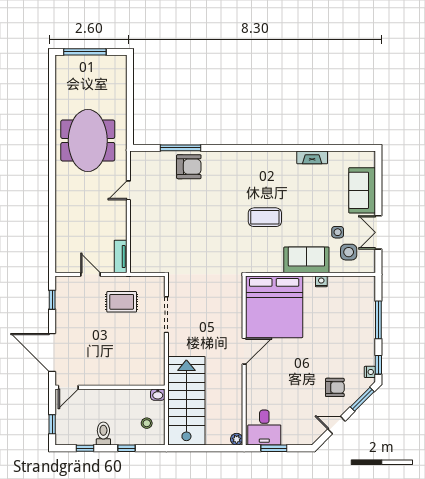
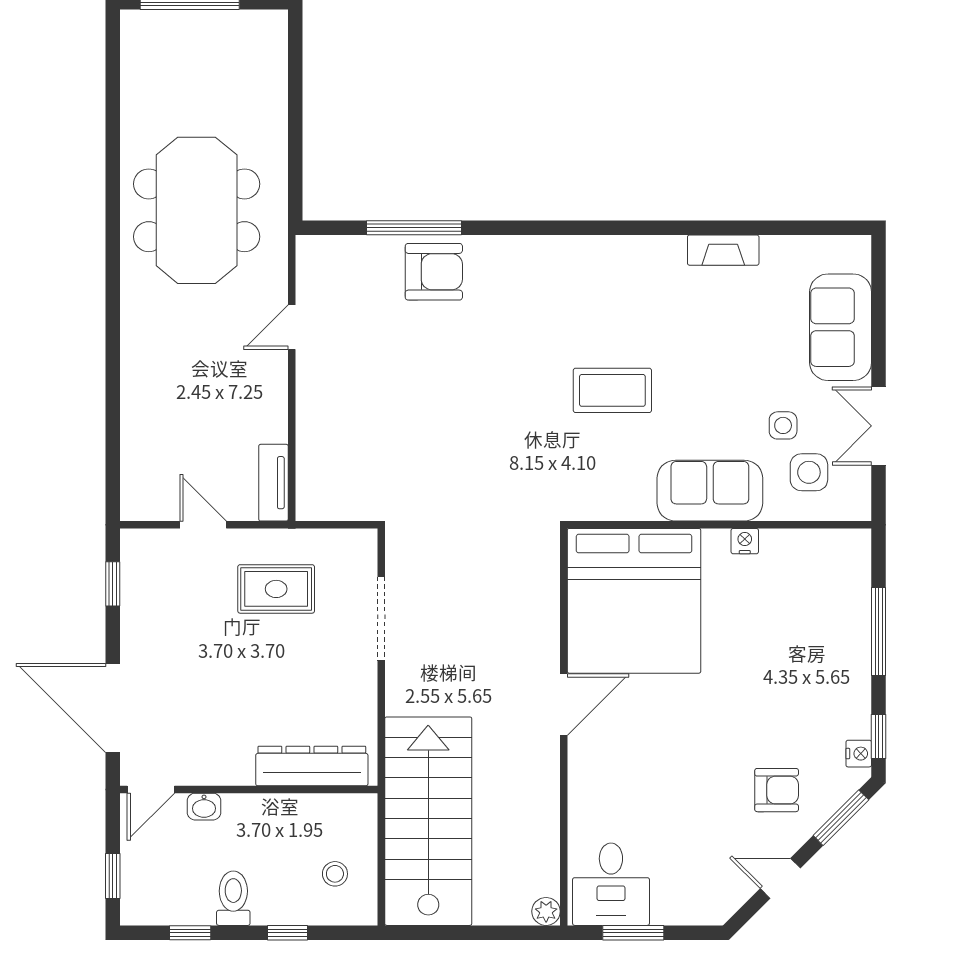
dresser: (137, 377) -> (312, 766), added
washbasin: (158, 395) -> (204, 807), moved

